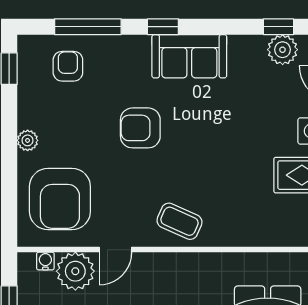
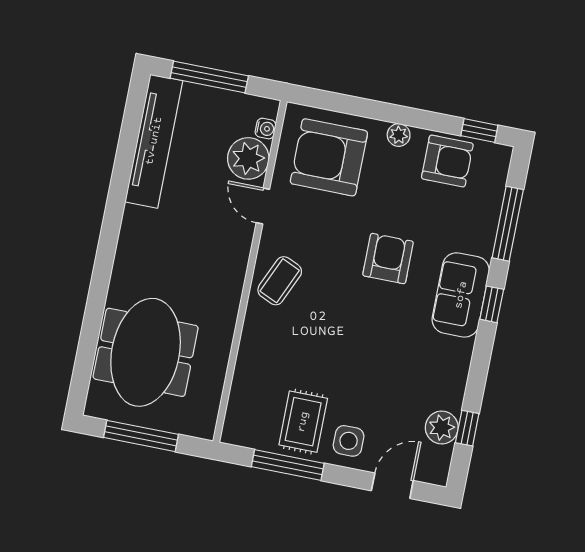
sofa: (189, 56) -> (461, 295), moved
armchair: (68, 66) -> (447, 161), moved, width x1.38, depth x1.38

